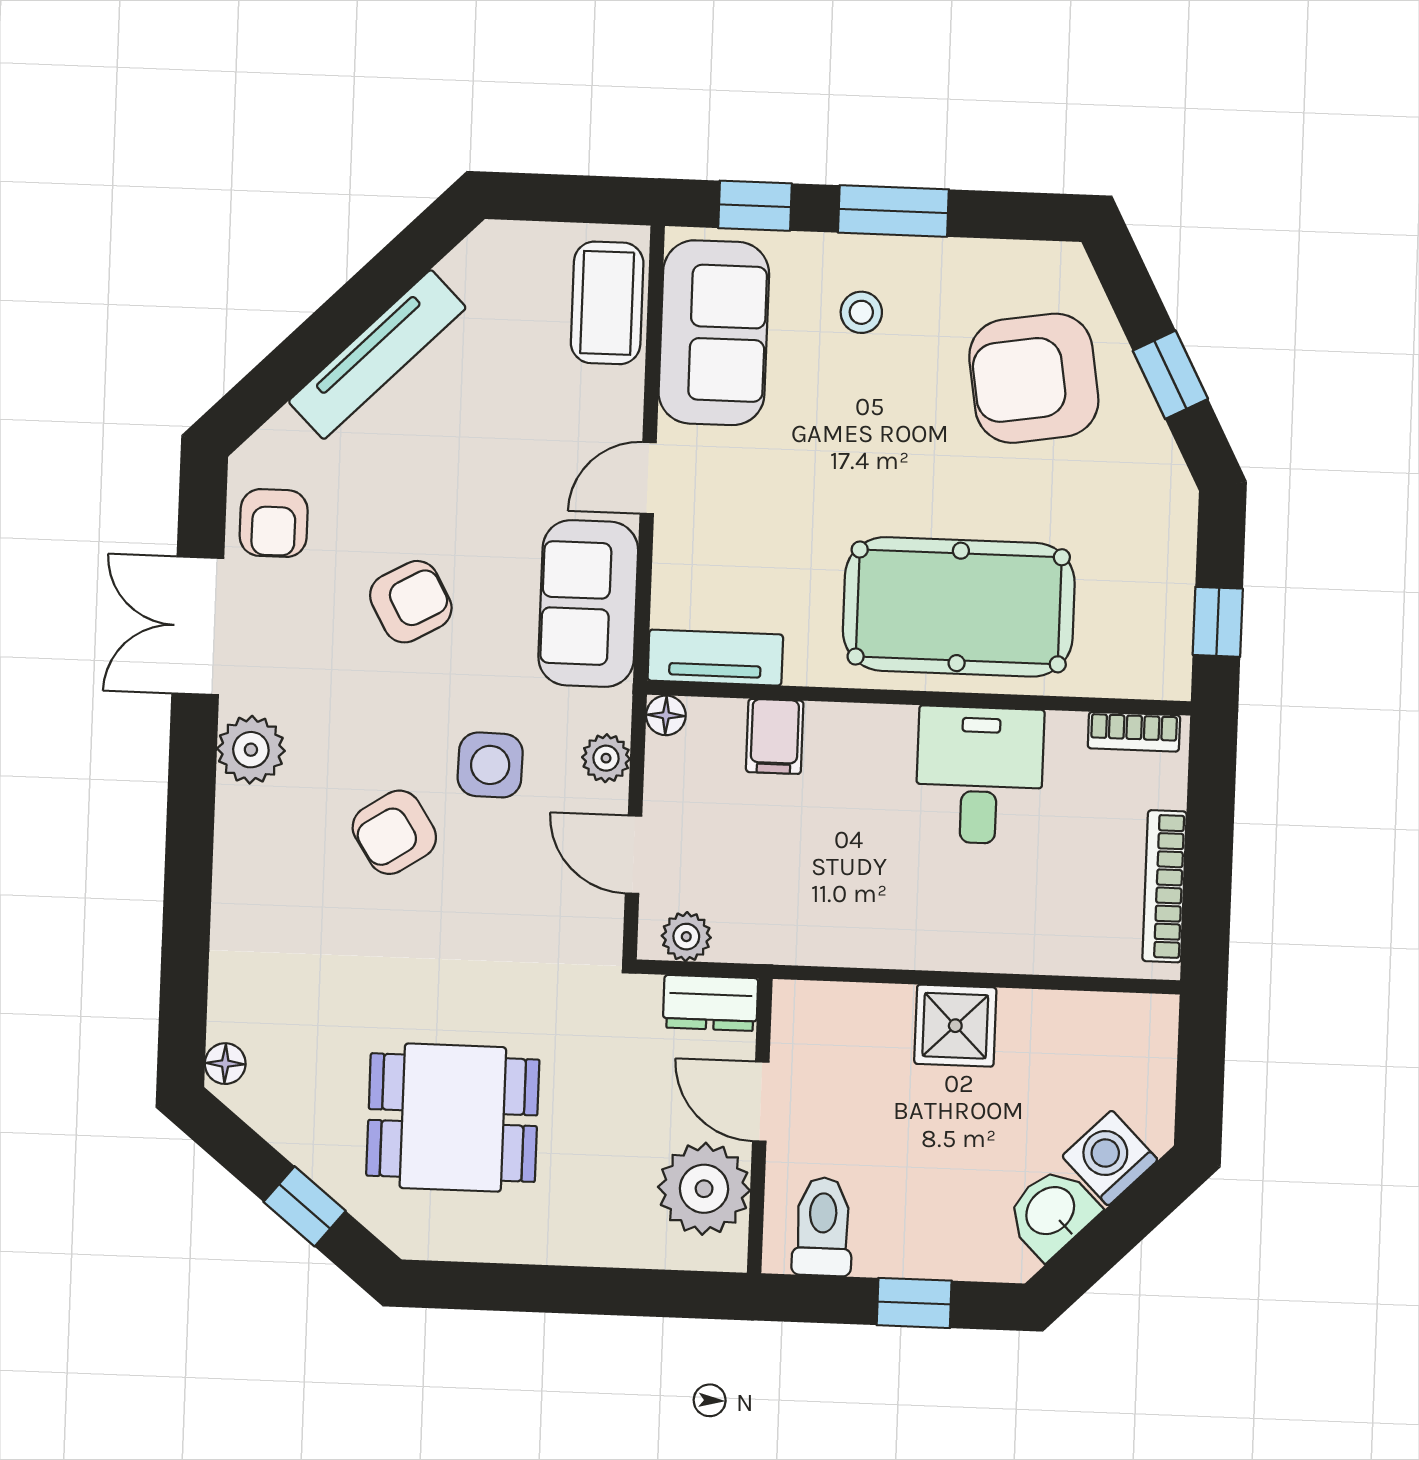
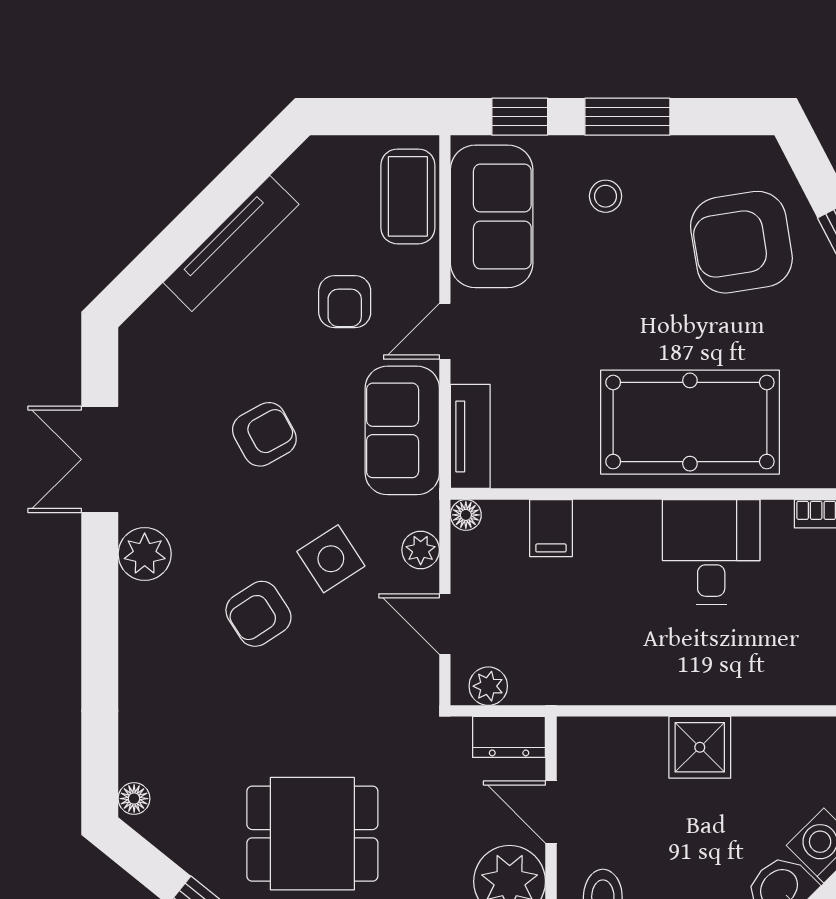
armchair: (274, 523) -> (345, 302), moved
tv unit: (715, 658) -> (470, 436), moved, turned 90
side table: (490, 765) -> (331, 559), turned -34

